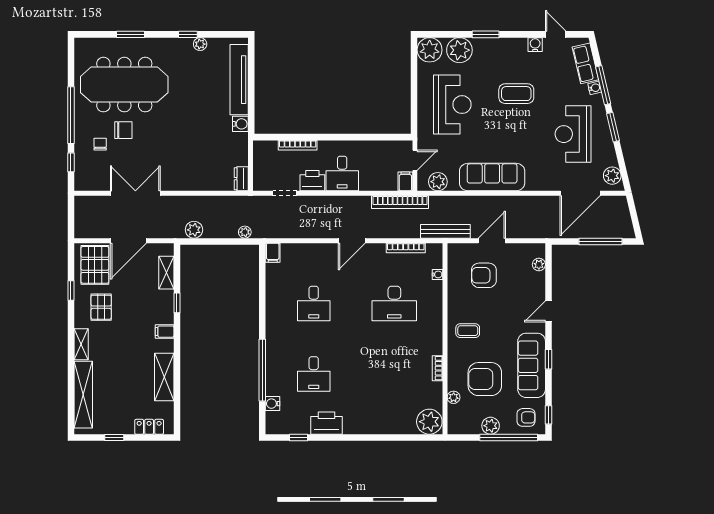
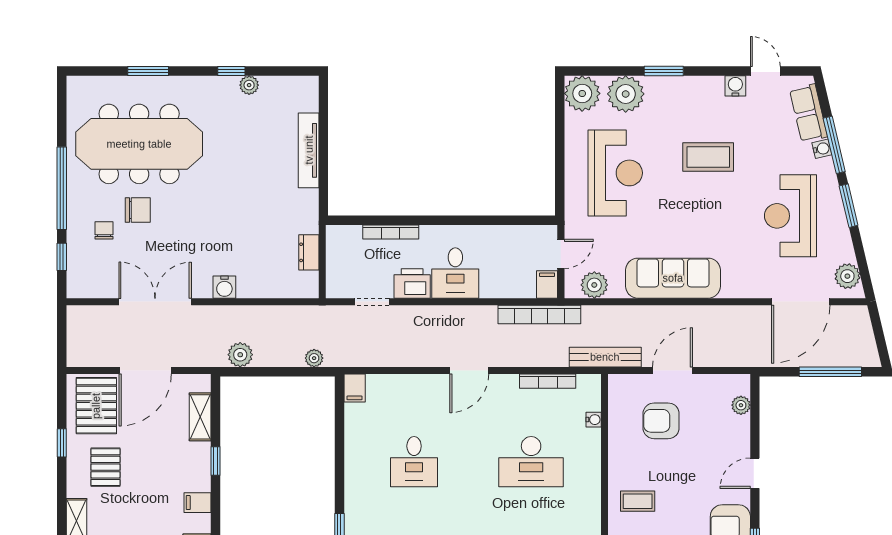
tv unit: (239, 80) -> (309, 150), width x0.73, depth x0.78
water cooler: (240, 124) -> (224, 287), moved, turned 90
dresser: (241, 179) -> (309, 252), moved

